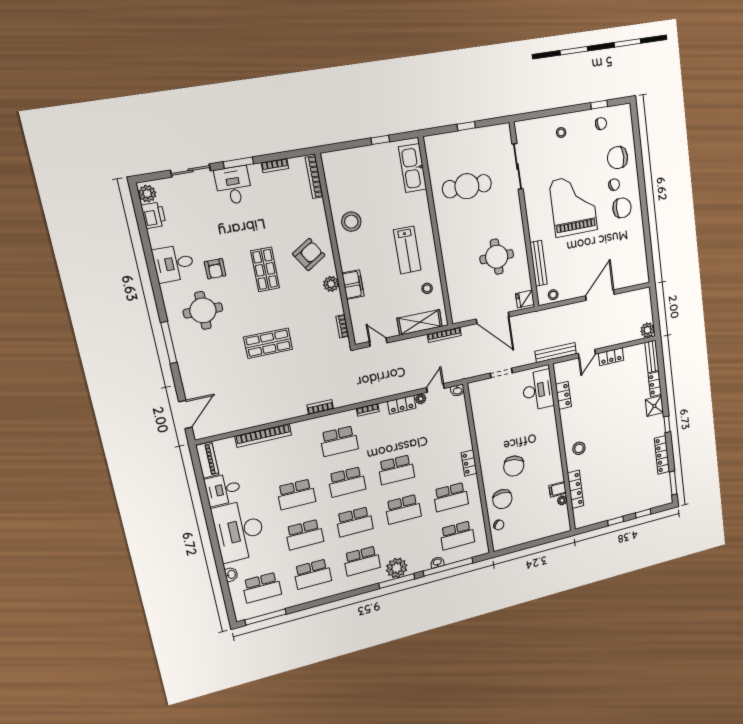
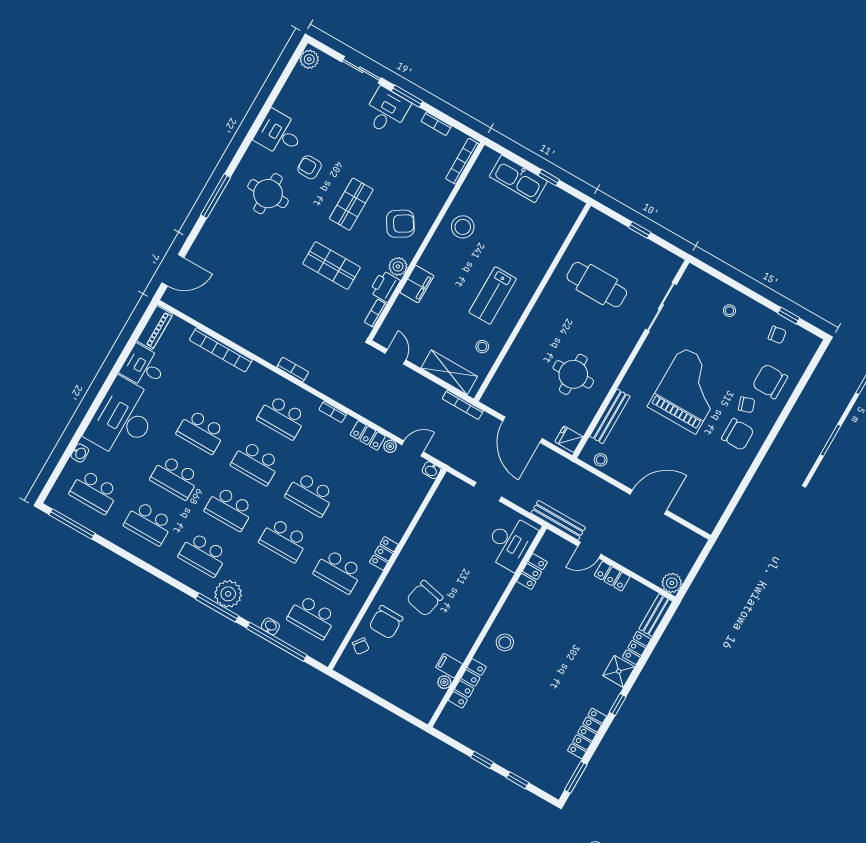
kitchen sink: (413, 168) -> (518, 179), moved, turned -90
printer: (154, 215) -> (385, 286), moved, turned 180
armchair: (215, 269) -> (310, 167), turned 90
shop shelf: (268, 343) -> (332, 266), moved

